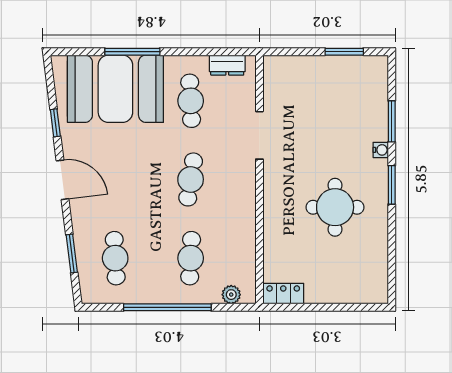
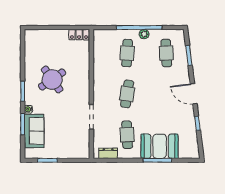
booth: (115, 89) -> (160, 146), width x0.73, depth x0.70
sofa: (370, 108) -> (34, 131), added
round table: (335, 207) -> (52, 79), turned -35
plant: (231, 295) -> (144, 34), moved

